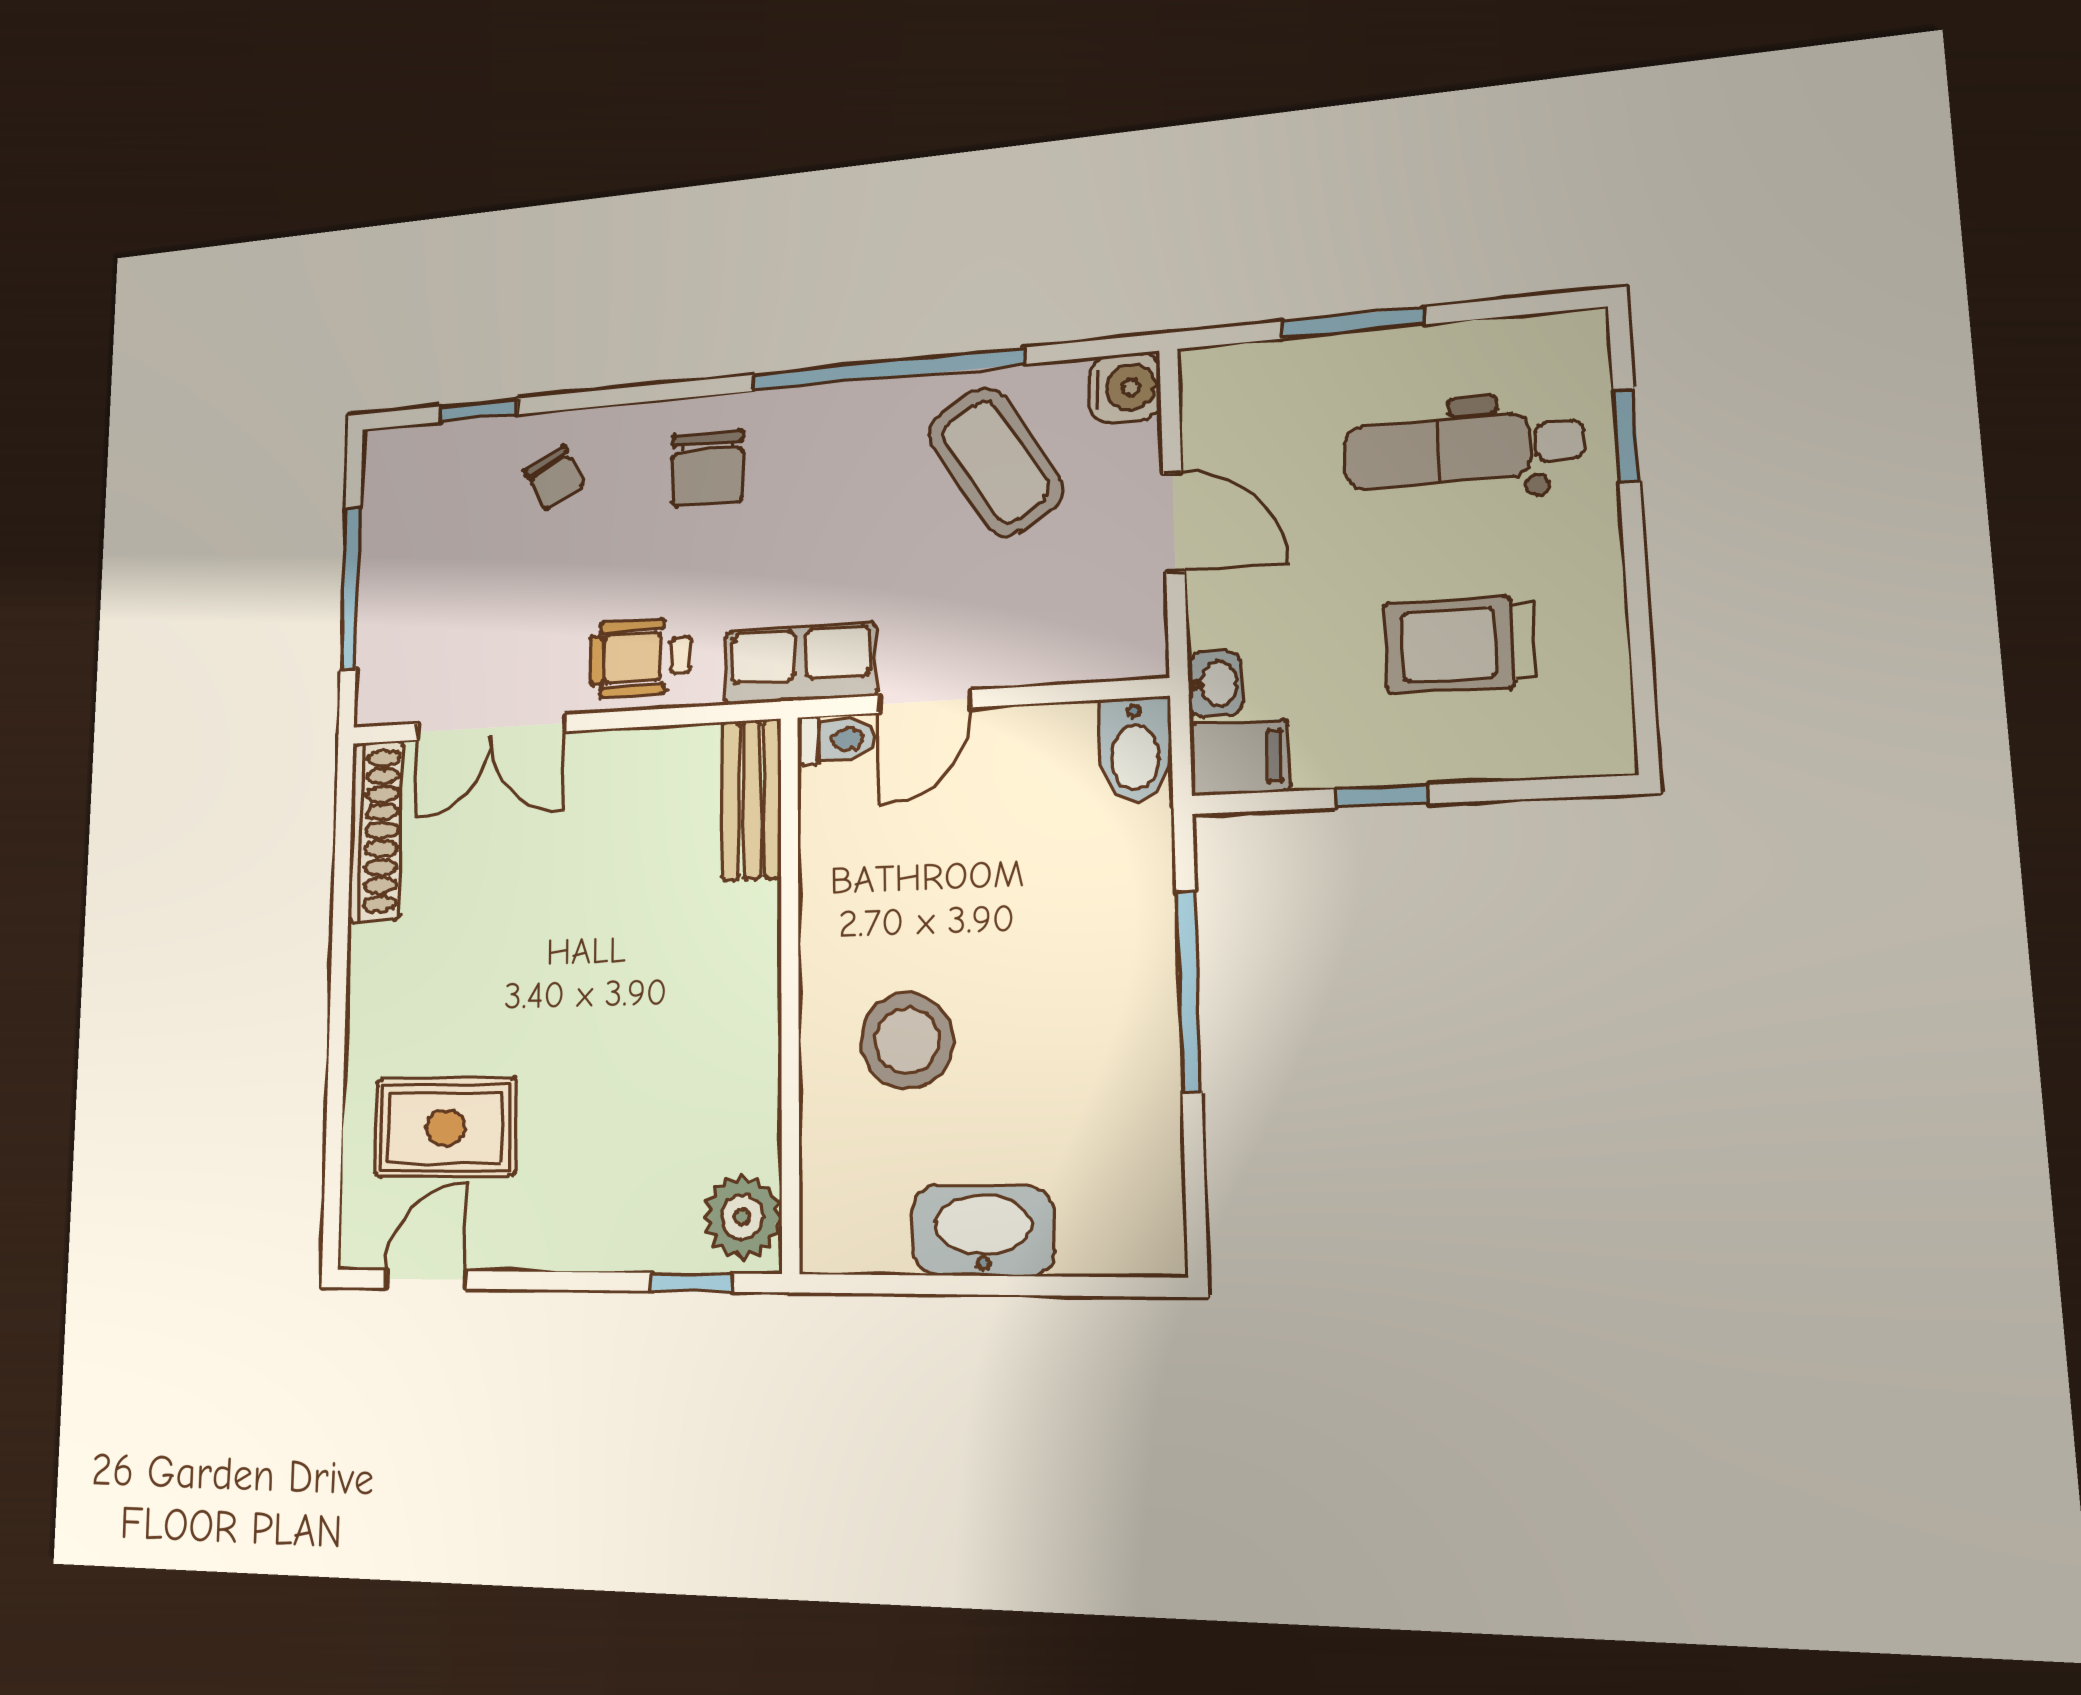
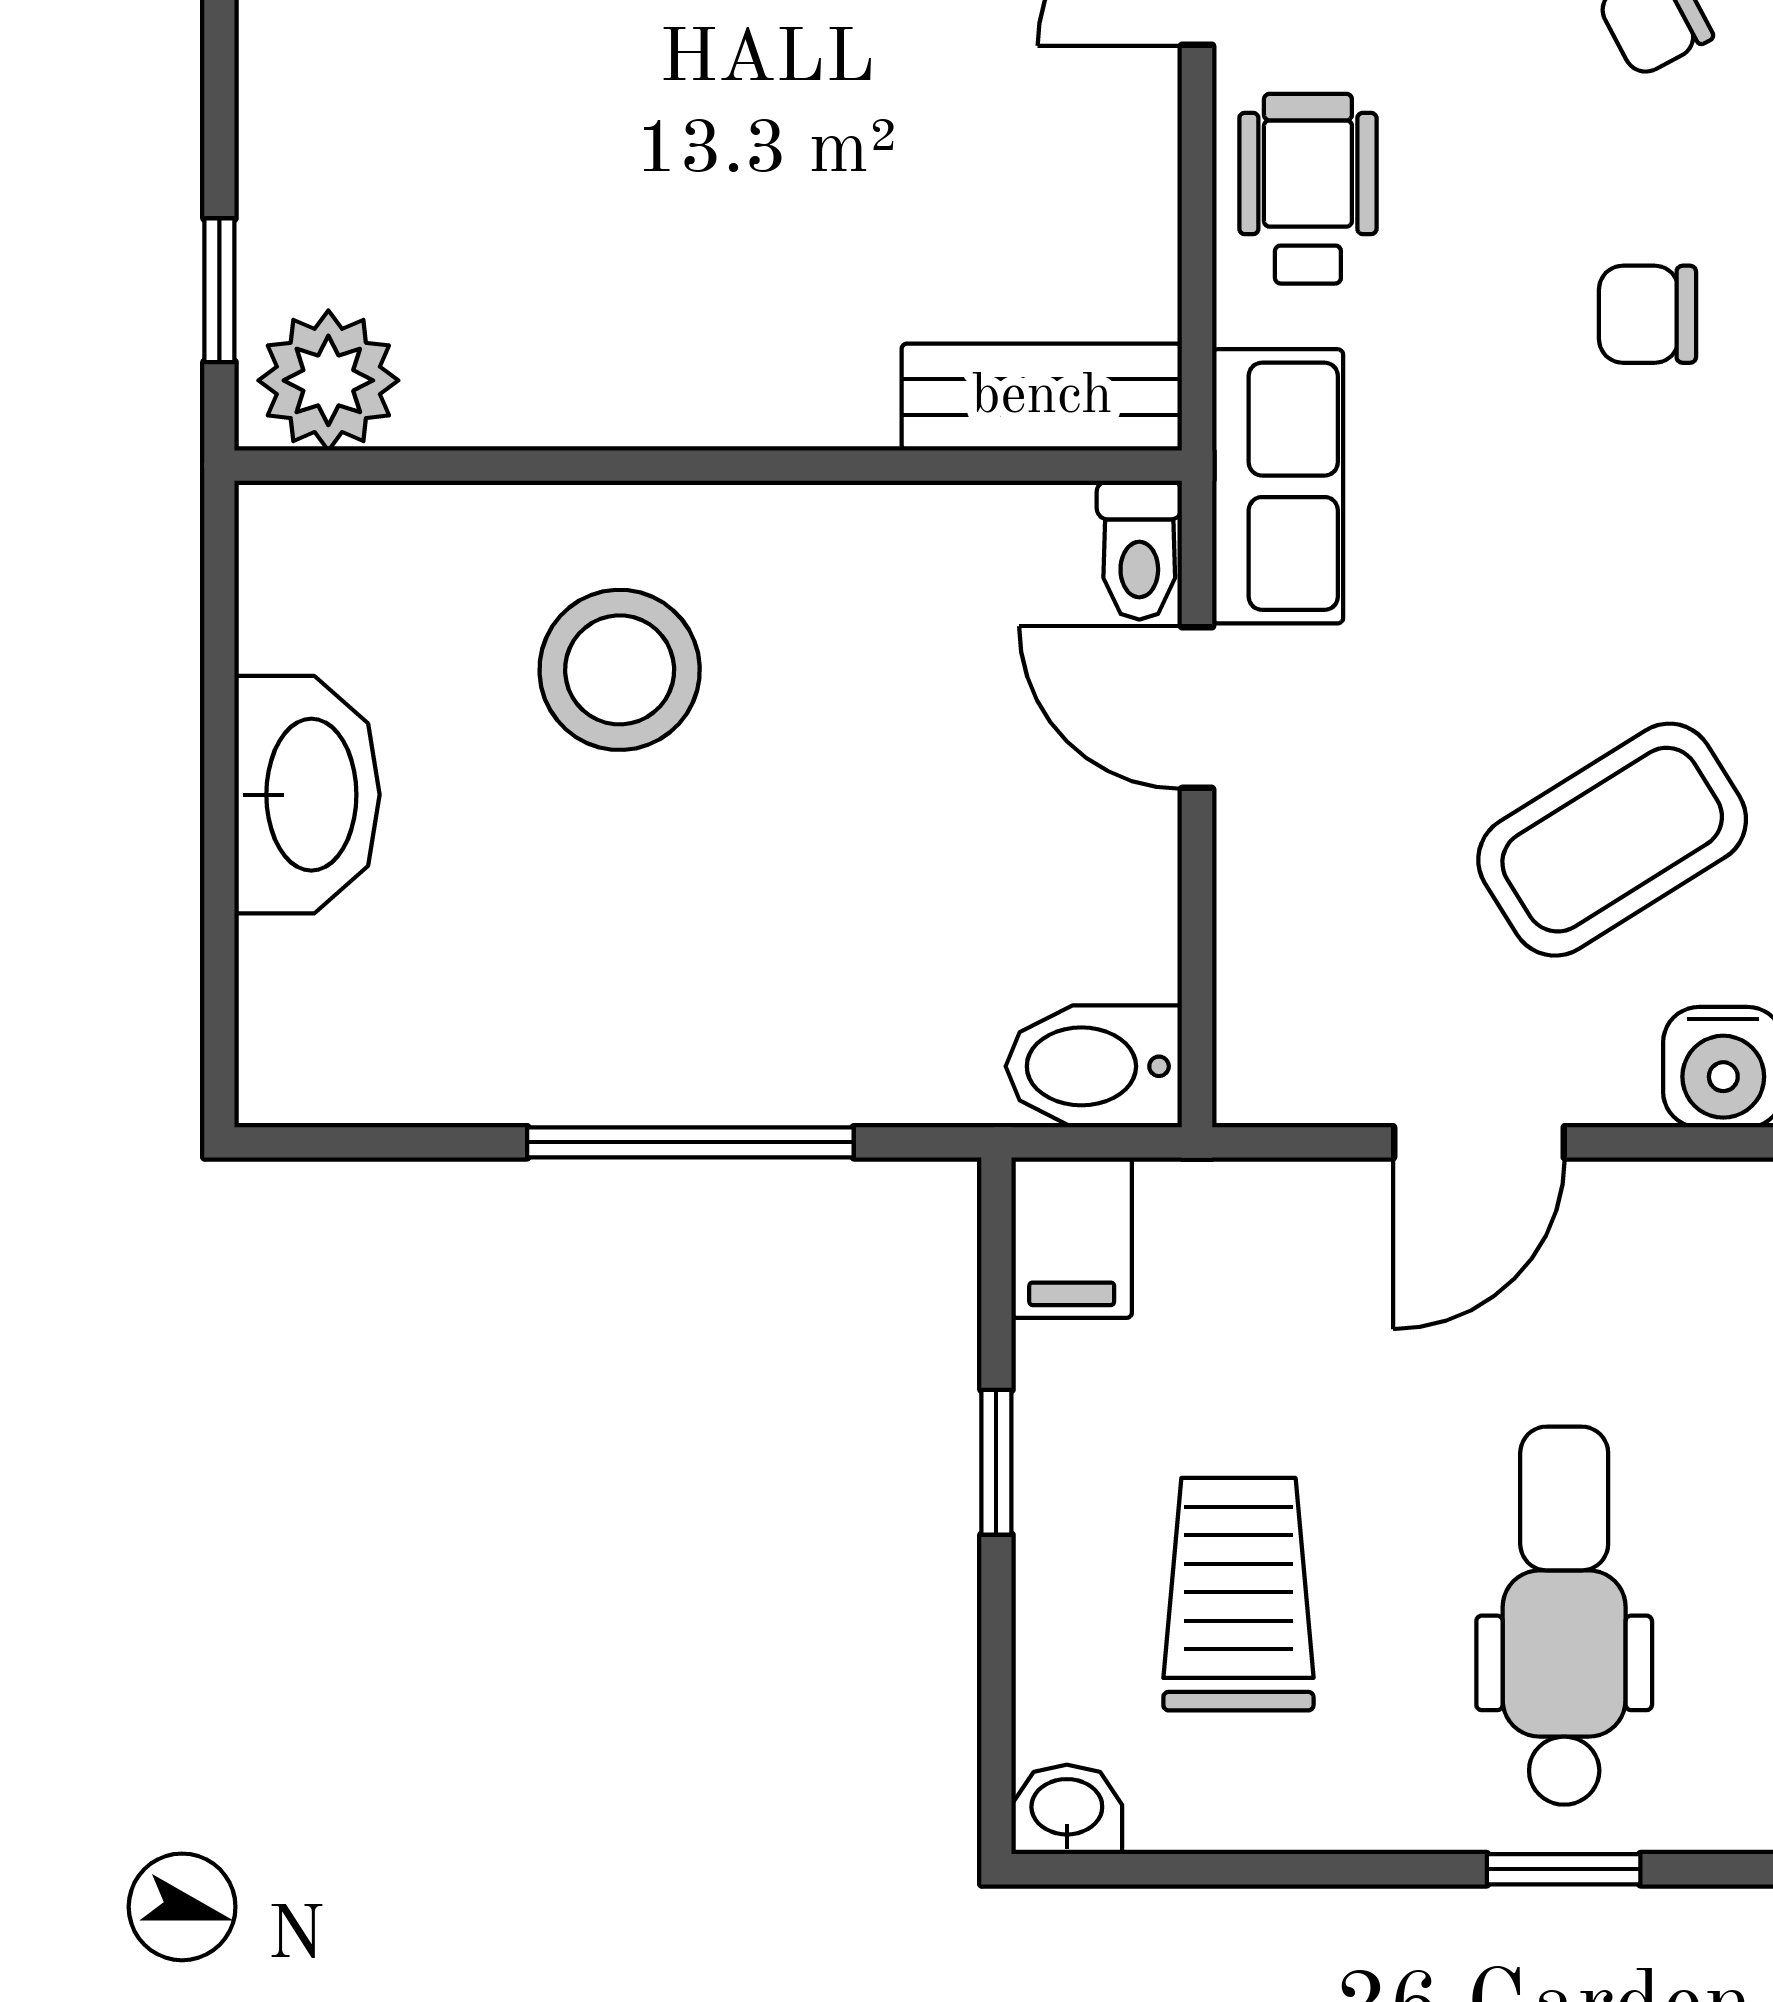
chair: (708, 468) -> (1647, 314), width x0.73, depth x0.73
washbasin: (1215, 684) -> (1067, 1809), moved, turned 180

